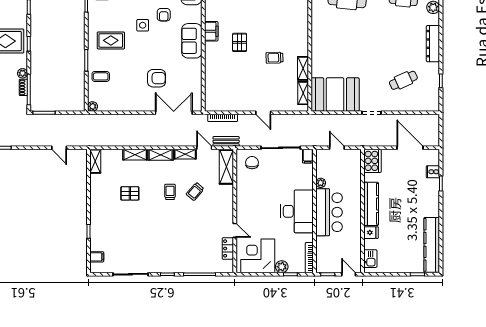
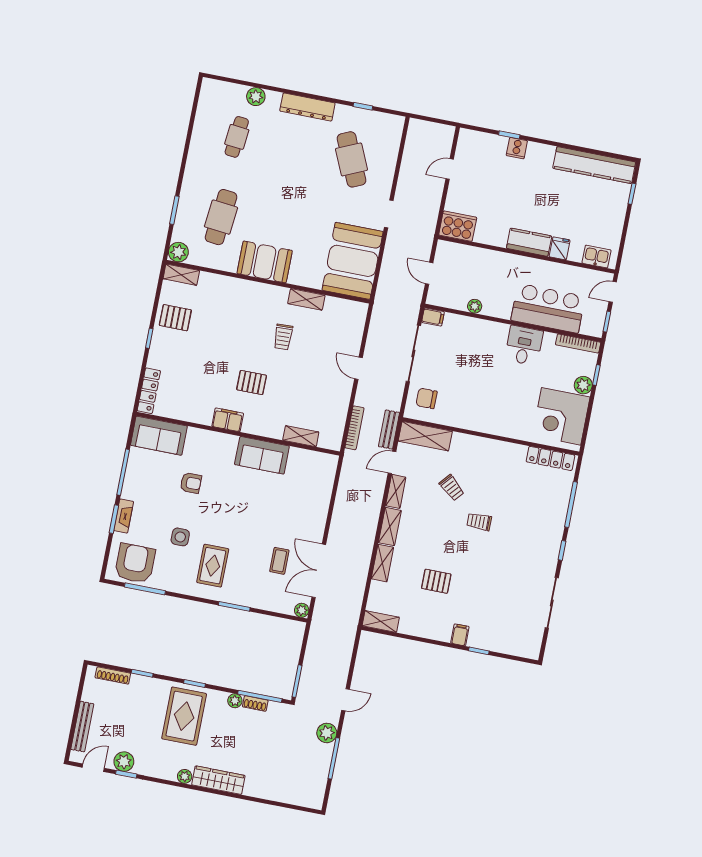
side table: (143, 25) -> (180, 537), moved
booth: (323, 35) -> (265, 262), added
sofa: (192, 41) -> (262, 455), moved
coffee table: (101, 76) -> (279, 561), moved
armchair: (156, 78) -> (279, 511), removed
cafe table: (403, 80) -> (351, 159), width x1.37, depth x1.35
shelving: (303, 93) -> (301, 436), moved
double door: (174, 113) -> (319, 571), moved
door: (263, 113) -> (358, 368), swing flipped
plant: (13, 140) -> (327, 733), added
door: (59, 148) -> (345, 700), moved
door: (337, 148) -> (429, 273), hinge flipped
door: (410, 148) -> (450, 169), width x0.53
cooker: (433, 172) -> (517, 148), moved
trolley: (170, 192) -> (479, 522), moved
pallet: (130, 193) -> (436, 581), turned 90
kitchen counter: (371, 204) -> (529, 242), width x0.67
desk: (297, 211) -> (524, 345), width x0.53, depth x0.77
bar counter: (329, 212) -> (548, 308), moved
door: (235, 230) -> (518, 442), removed
locker: (228, 248) -> (550, 458), width x1.53
filing cabinet: (97, 257) -> (460, 635), moved

